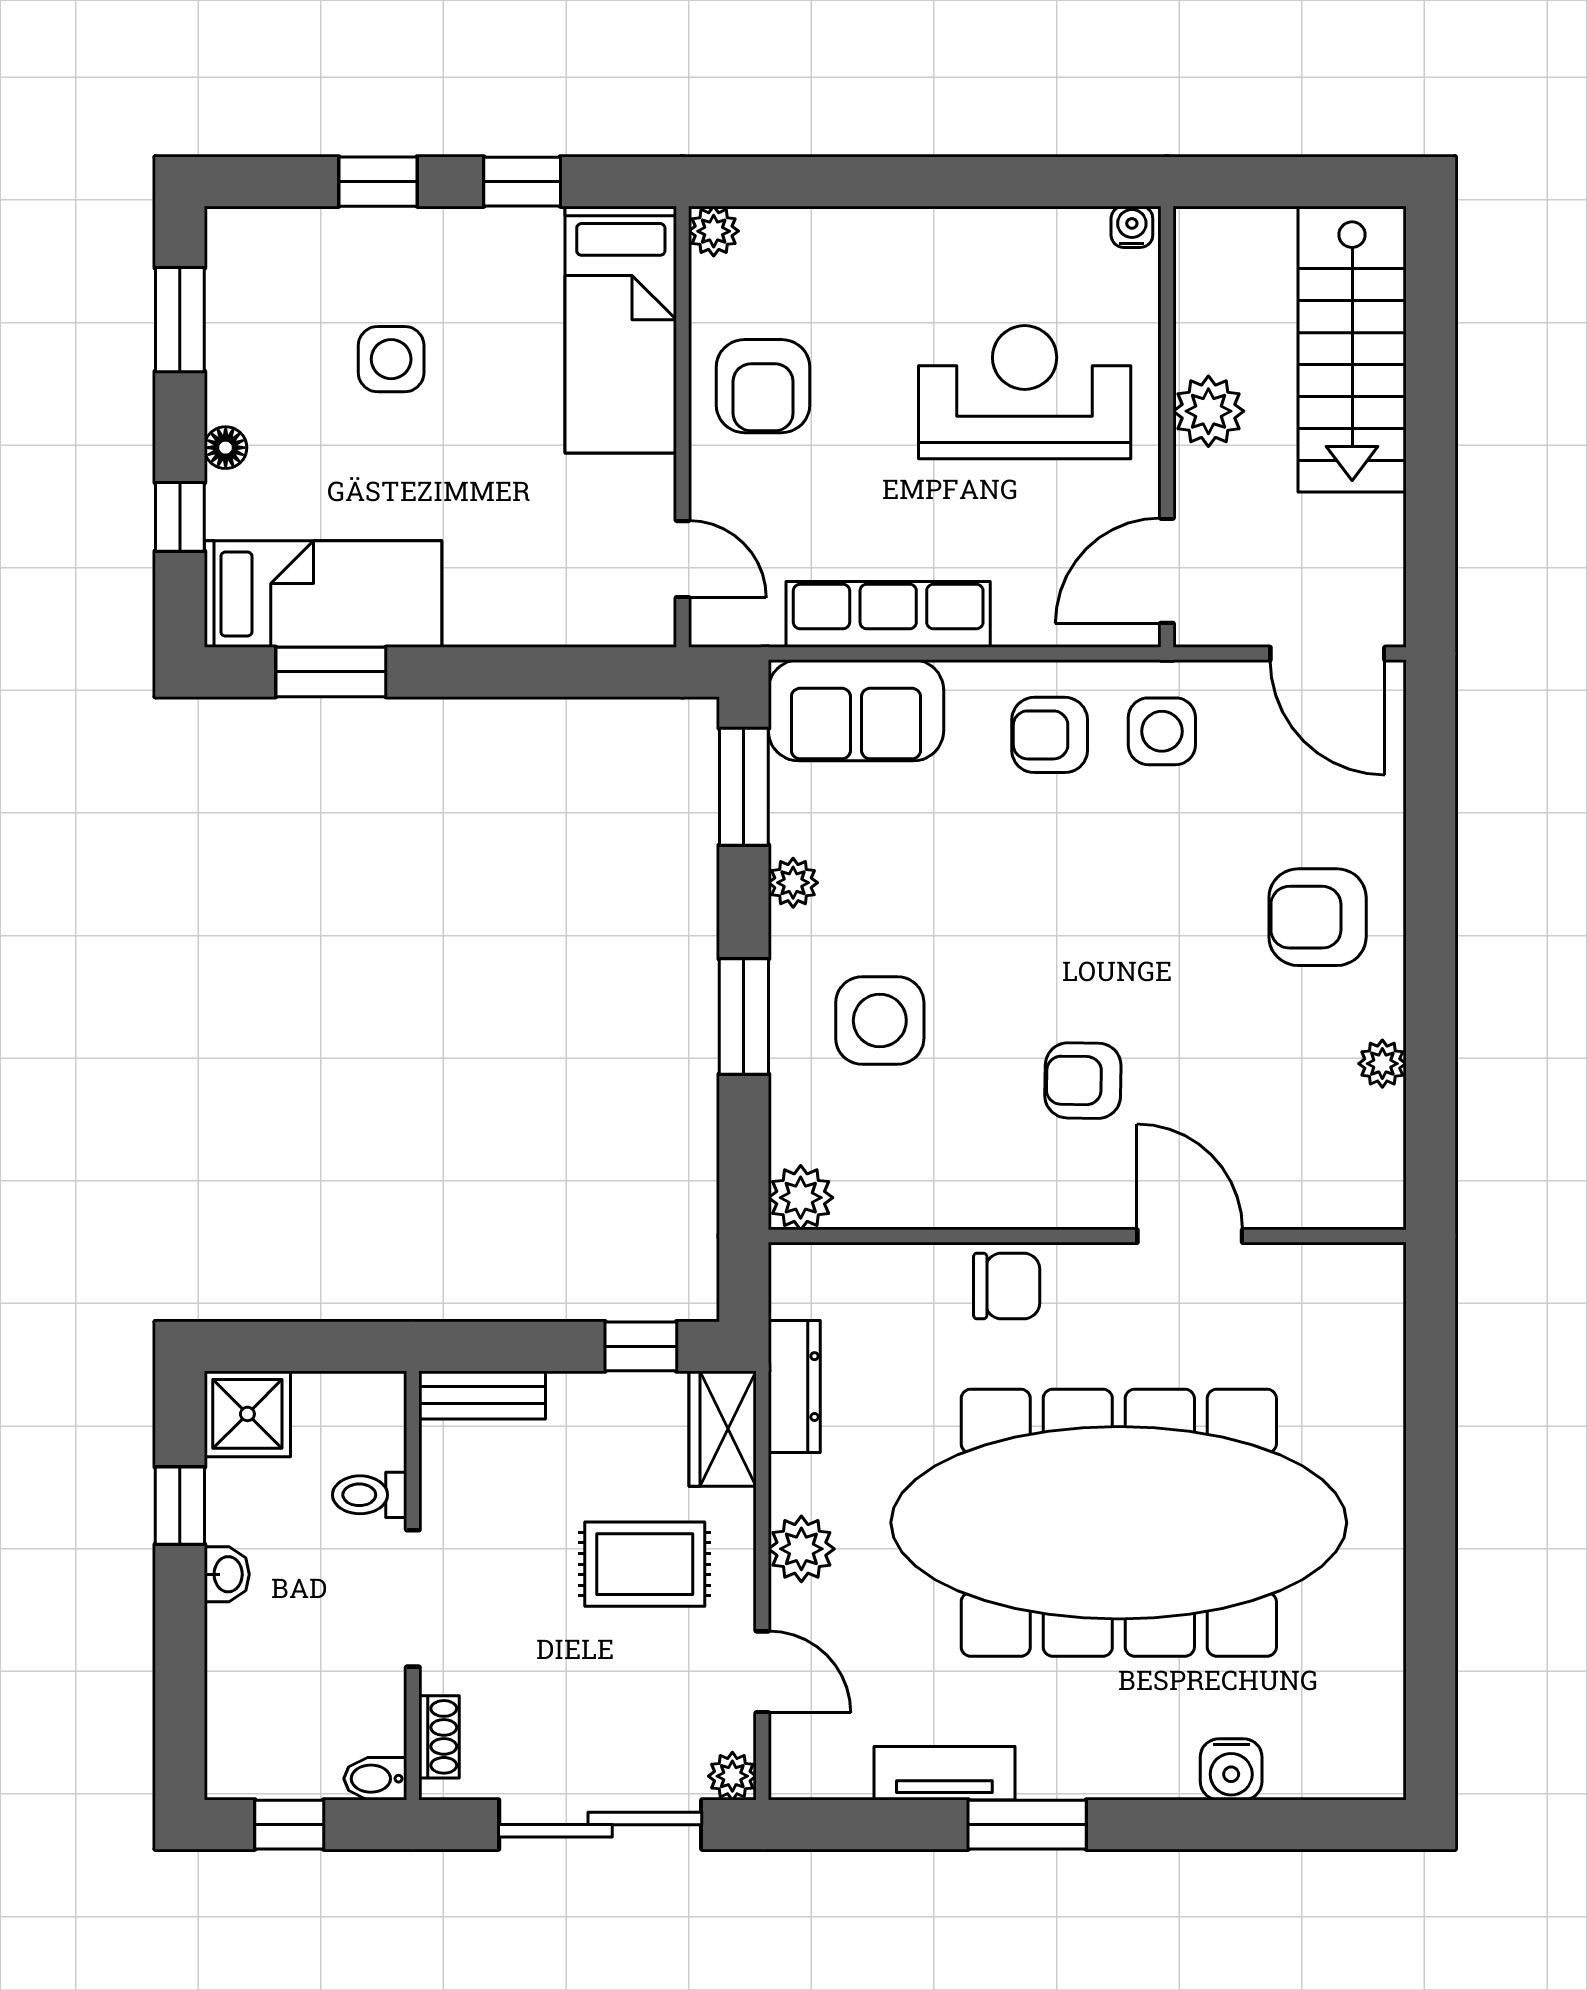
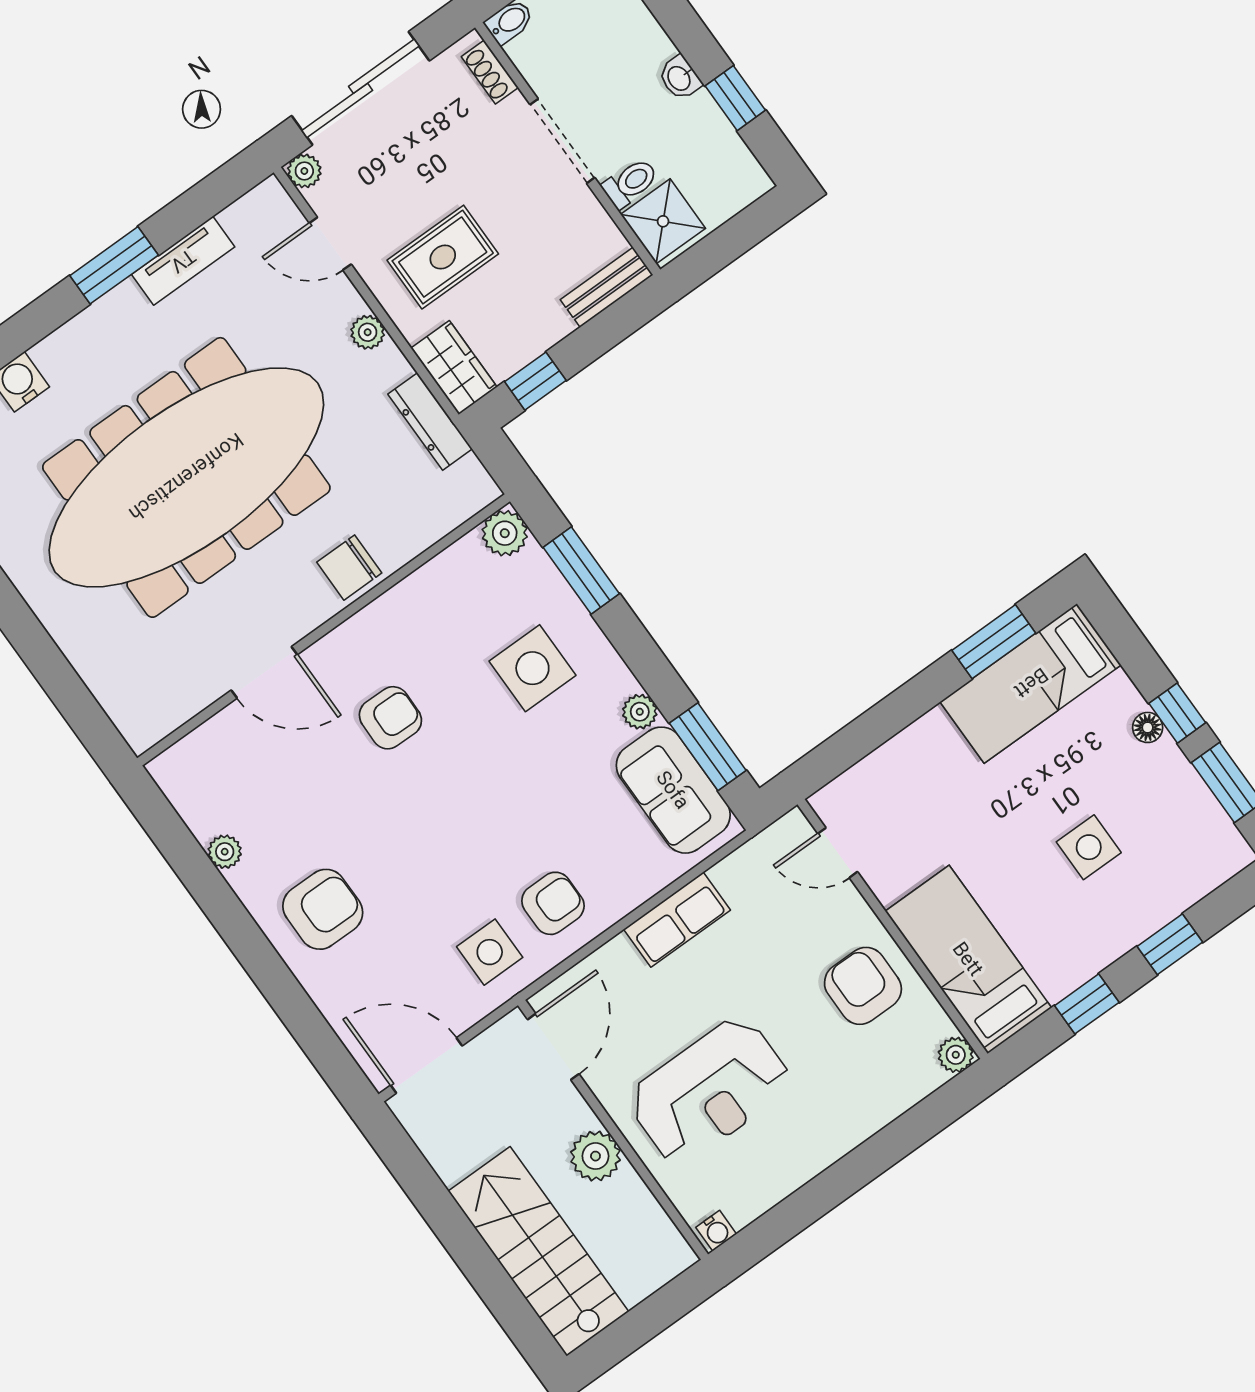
window: (180, 517) -> (1177, 713), moved
row of seats: (888, 614) -> (677, 920), width x0.68
sofa: (856, 710) -> (673, 790), moved, turned -90
window: (744, 1017) -> (581, 570), moved
shower: (247, 1414) -> (663, 221), moved
plant: (801, 1549) -> (368, 332), width x0.73, depth x0.73

